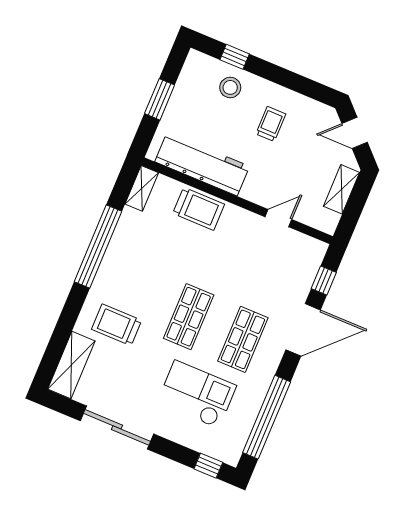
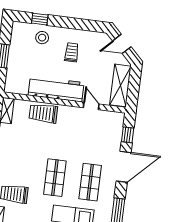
workbench: (202, 164) -> (56, 89), moved
shelving: (342, 189) -> (120, 85), width x1.50, depth x1.33
trolley: (199, 209) -> (43, 113), turned 180
door: (278, 218) -> (91, 106), hinge flipped

